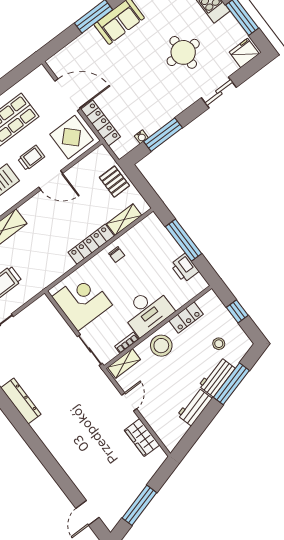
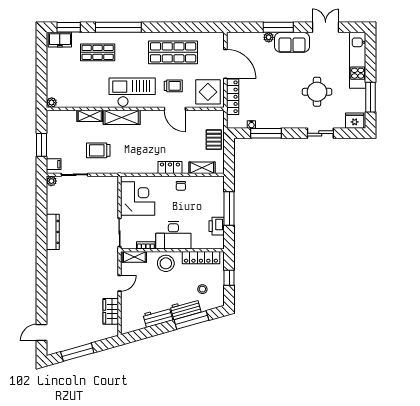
plant: (91, 34) -> (269, 37), added
locker: (91, 244) -> (170, 168), width x0.66
locker: (186, 317) -> (201, 258), width x1.53

